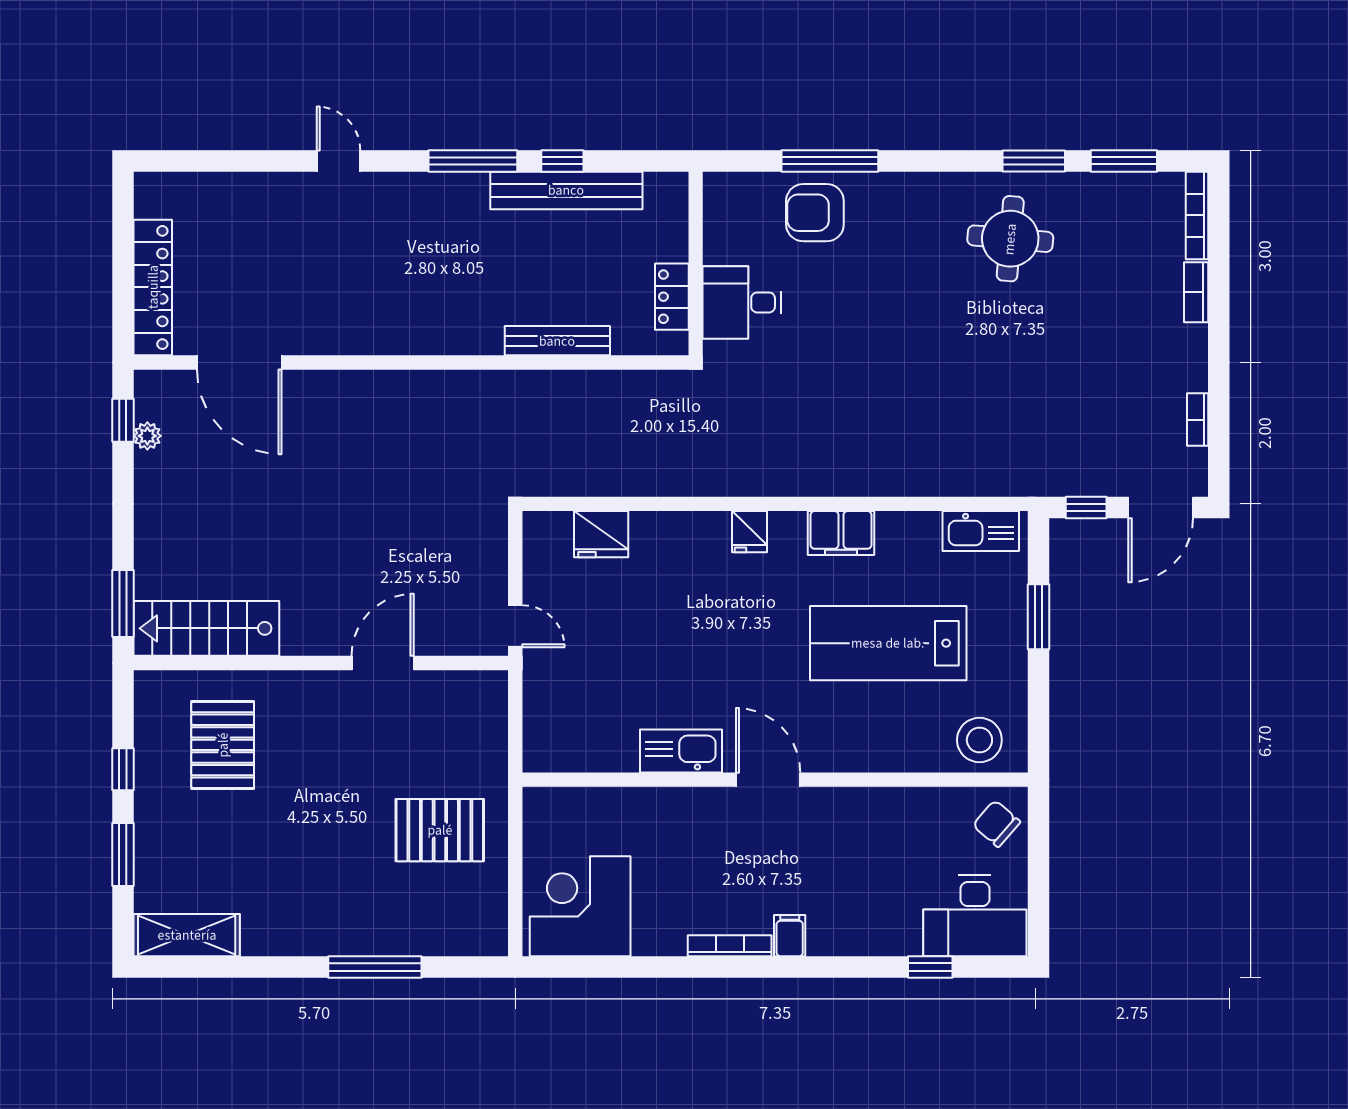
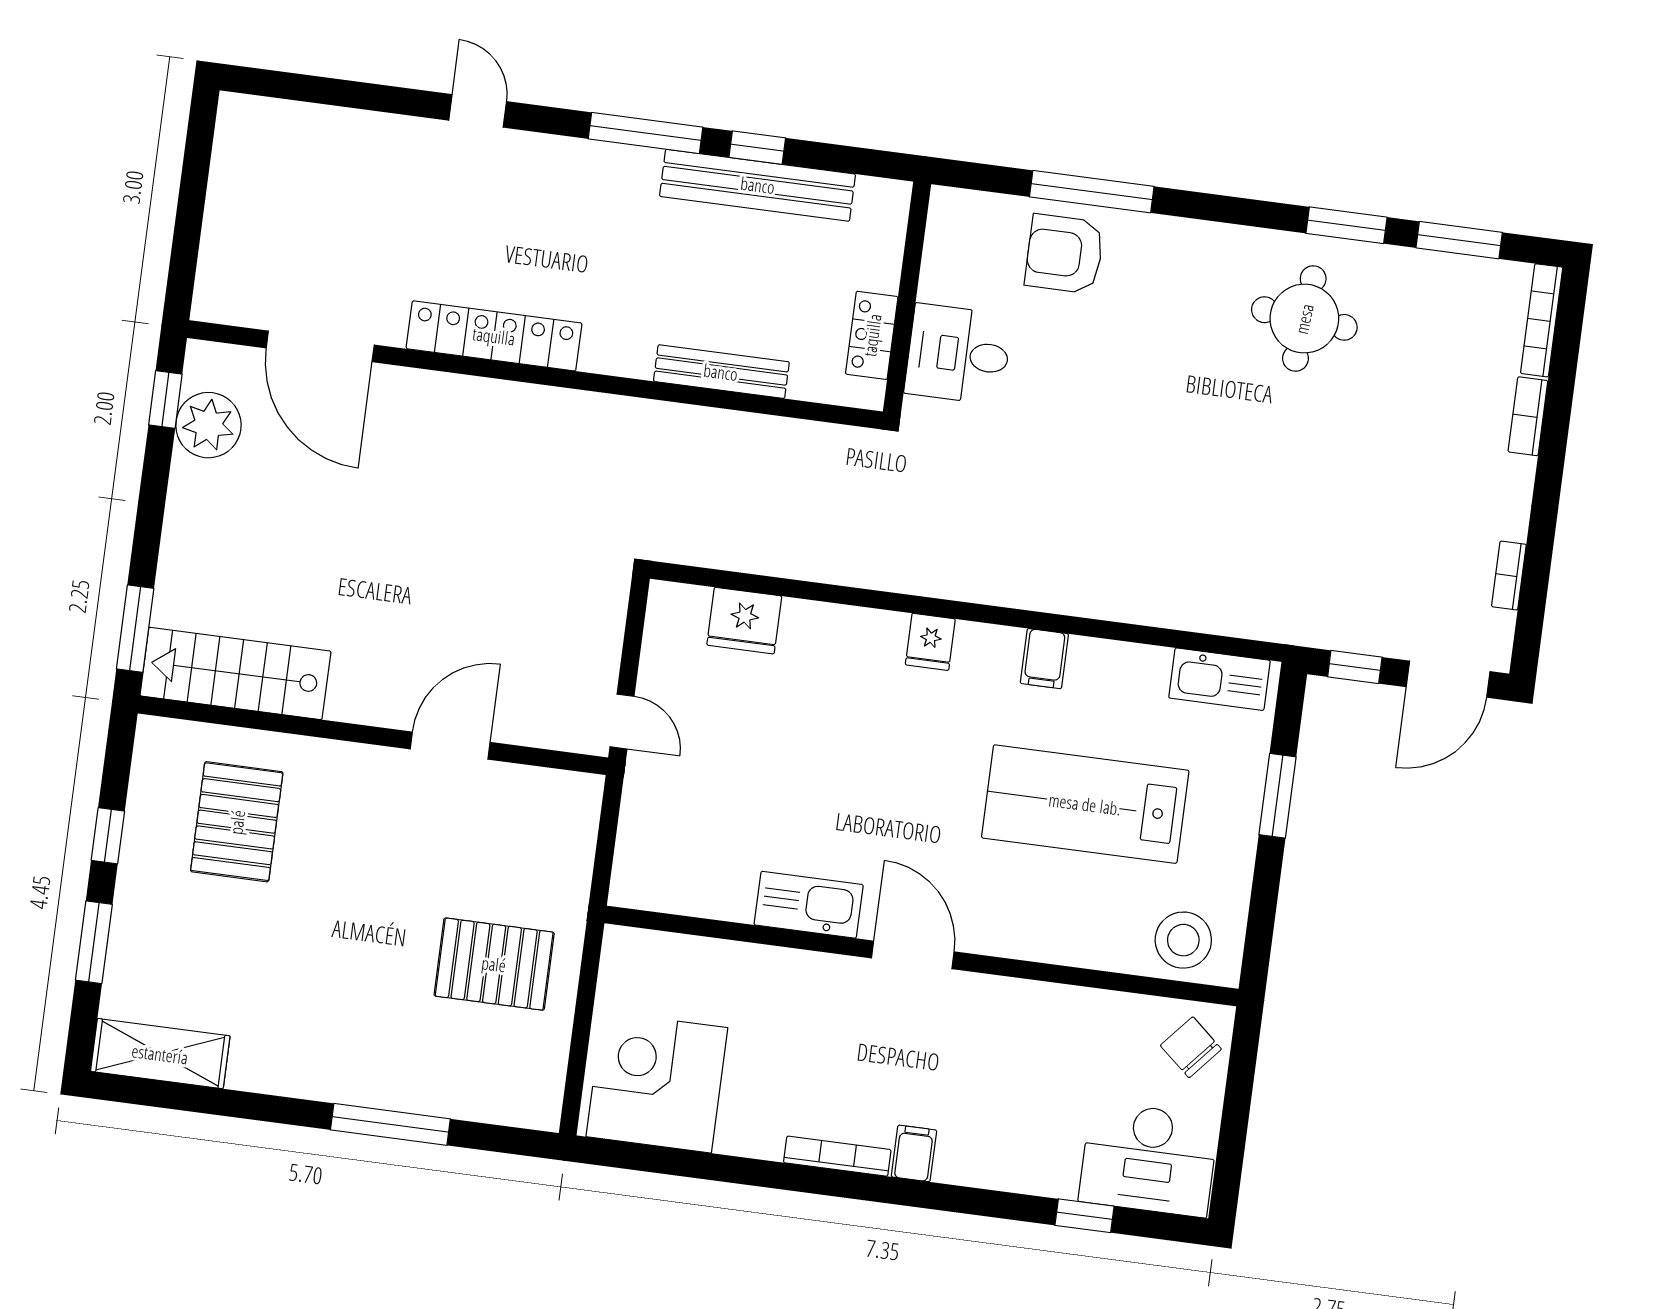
locker: (153, 287) -> (494, 336), moved, turned -90
plant: (147, 436) -> (208, 425), width x1.87, depth x1.87
filing cabinet: (841, 533) -> (1044, 659), width x0.50

